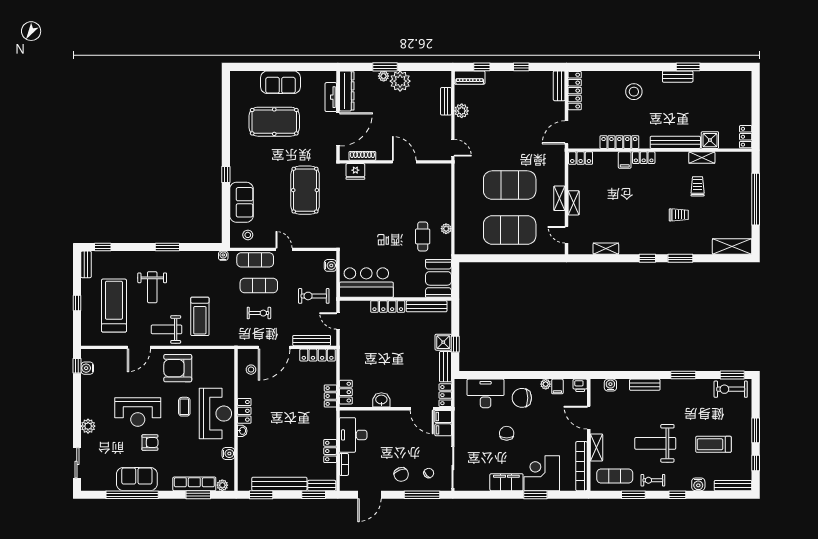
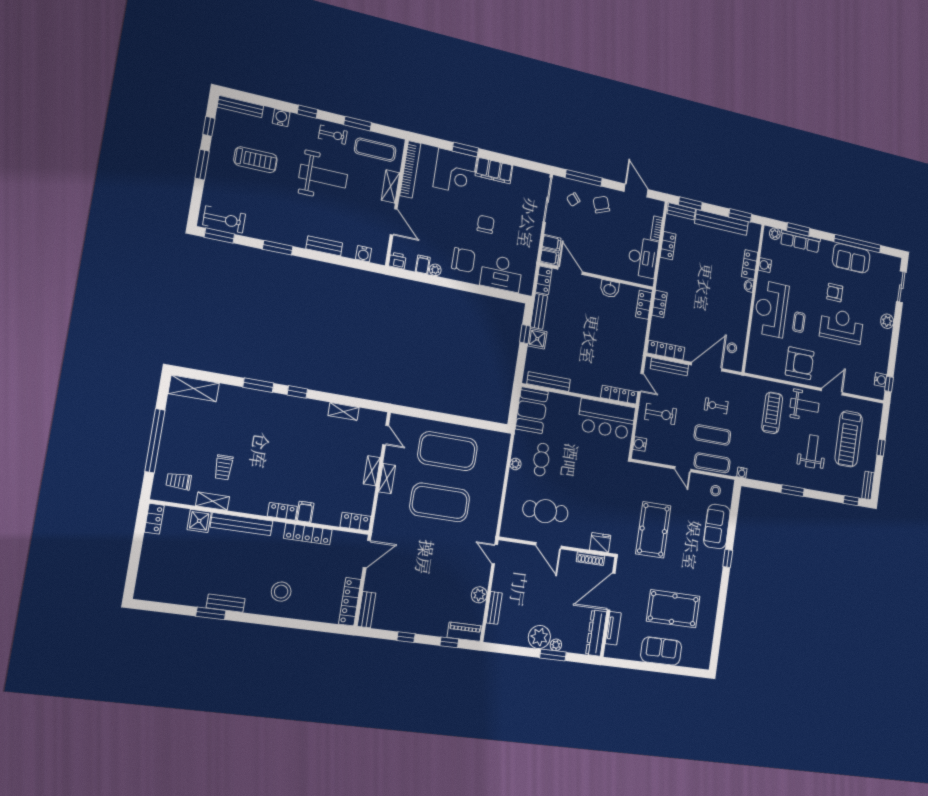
cafe table: (412, 192) -> (545, 511), added
trolley: (679, 215) -> (179, 481), moved
locker: (388, 306) -> (619, 395), moved
locker: (244, 411) -> (750, 264), moved
chair: (507, 433) -> (486, 224), turned 180
door: (369, 495) -> (636, 190), hinge flipped

